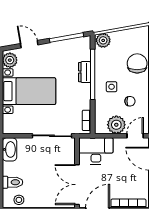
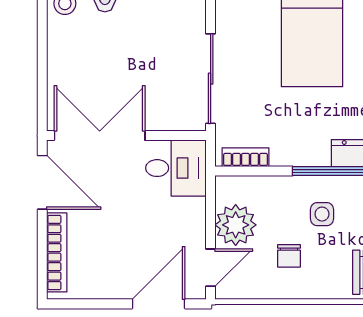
door: (135, 136) -> (211, 268), hinge flipped
desk: (96, 151) -> (176, 168), width x0.73

